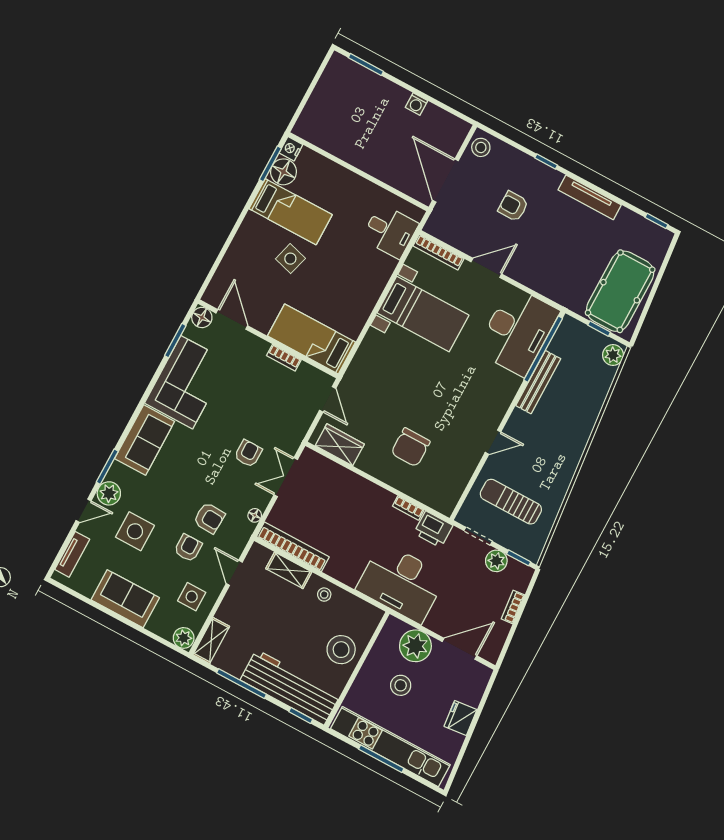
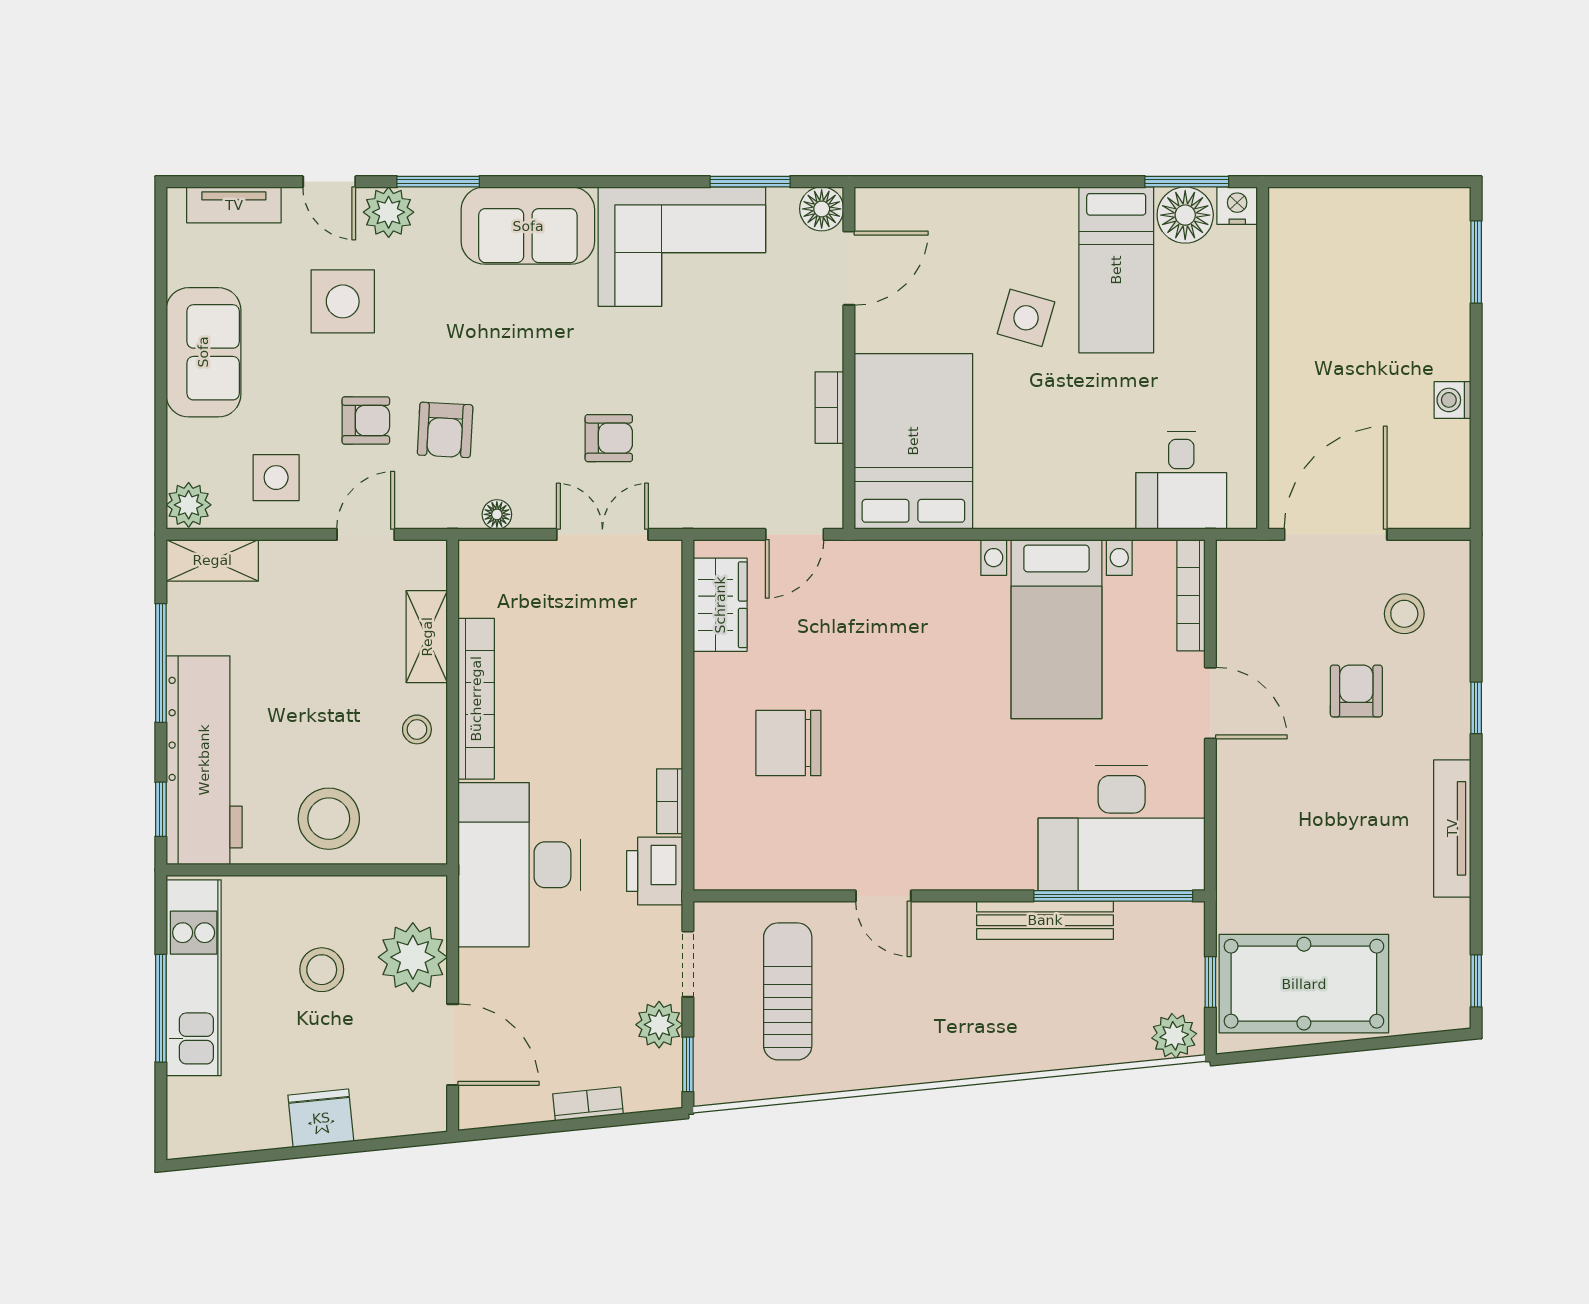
stool: (481, 147) -> (1404, 614), moved
bed: (312, 339) -> (913, 441), width x1.50
bookcase: (293, 547) -> (476, 699), moved
kitchen unit: (390, 747) -> (194, 978), width x0.73

